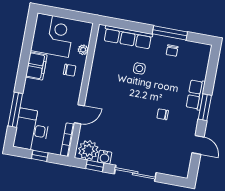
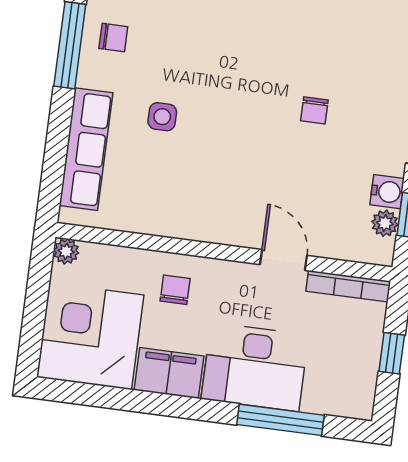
plant: (83, 50) -> (66, 251), moved
chair: (163, 114) -> (314, 110), moved
desk: (32, 130) -> (255, 367), moved
plant: (88, 150) -> (385, 223), width x0.53, depth x0.53

